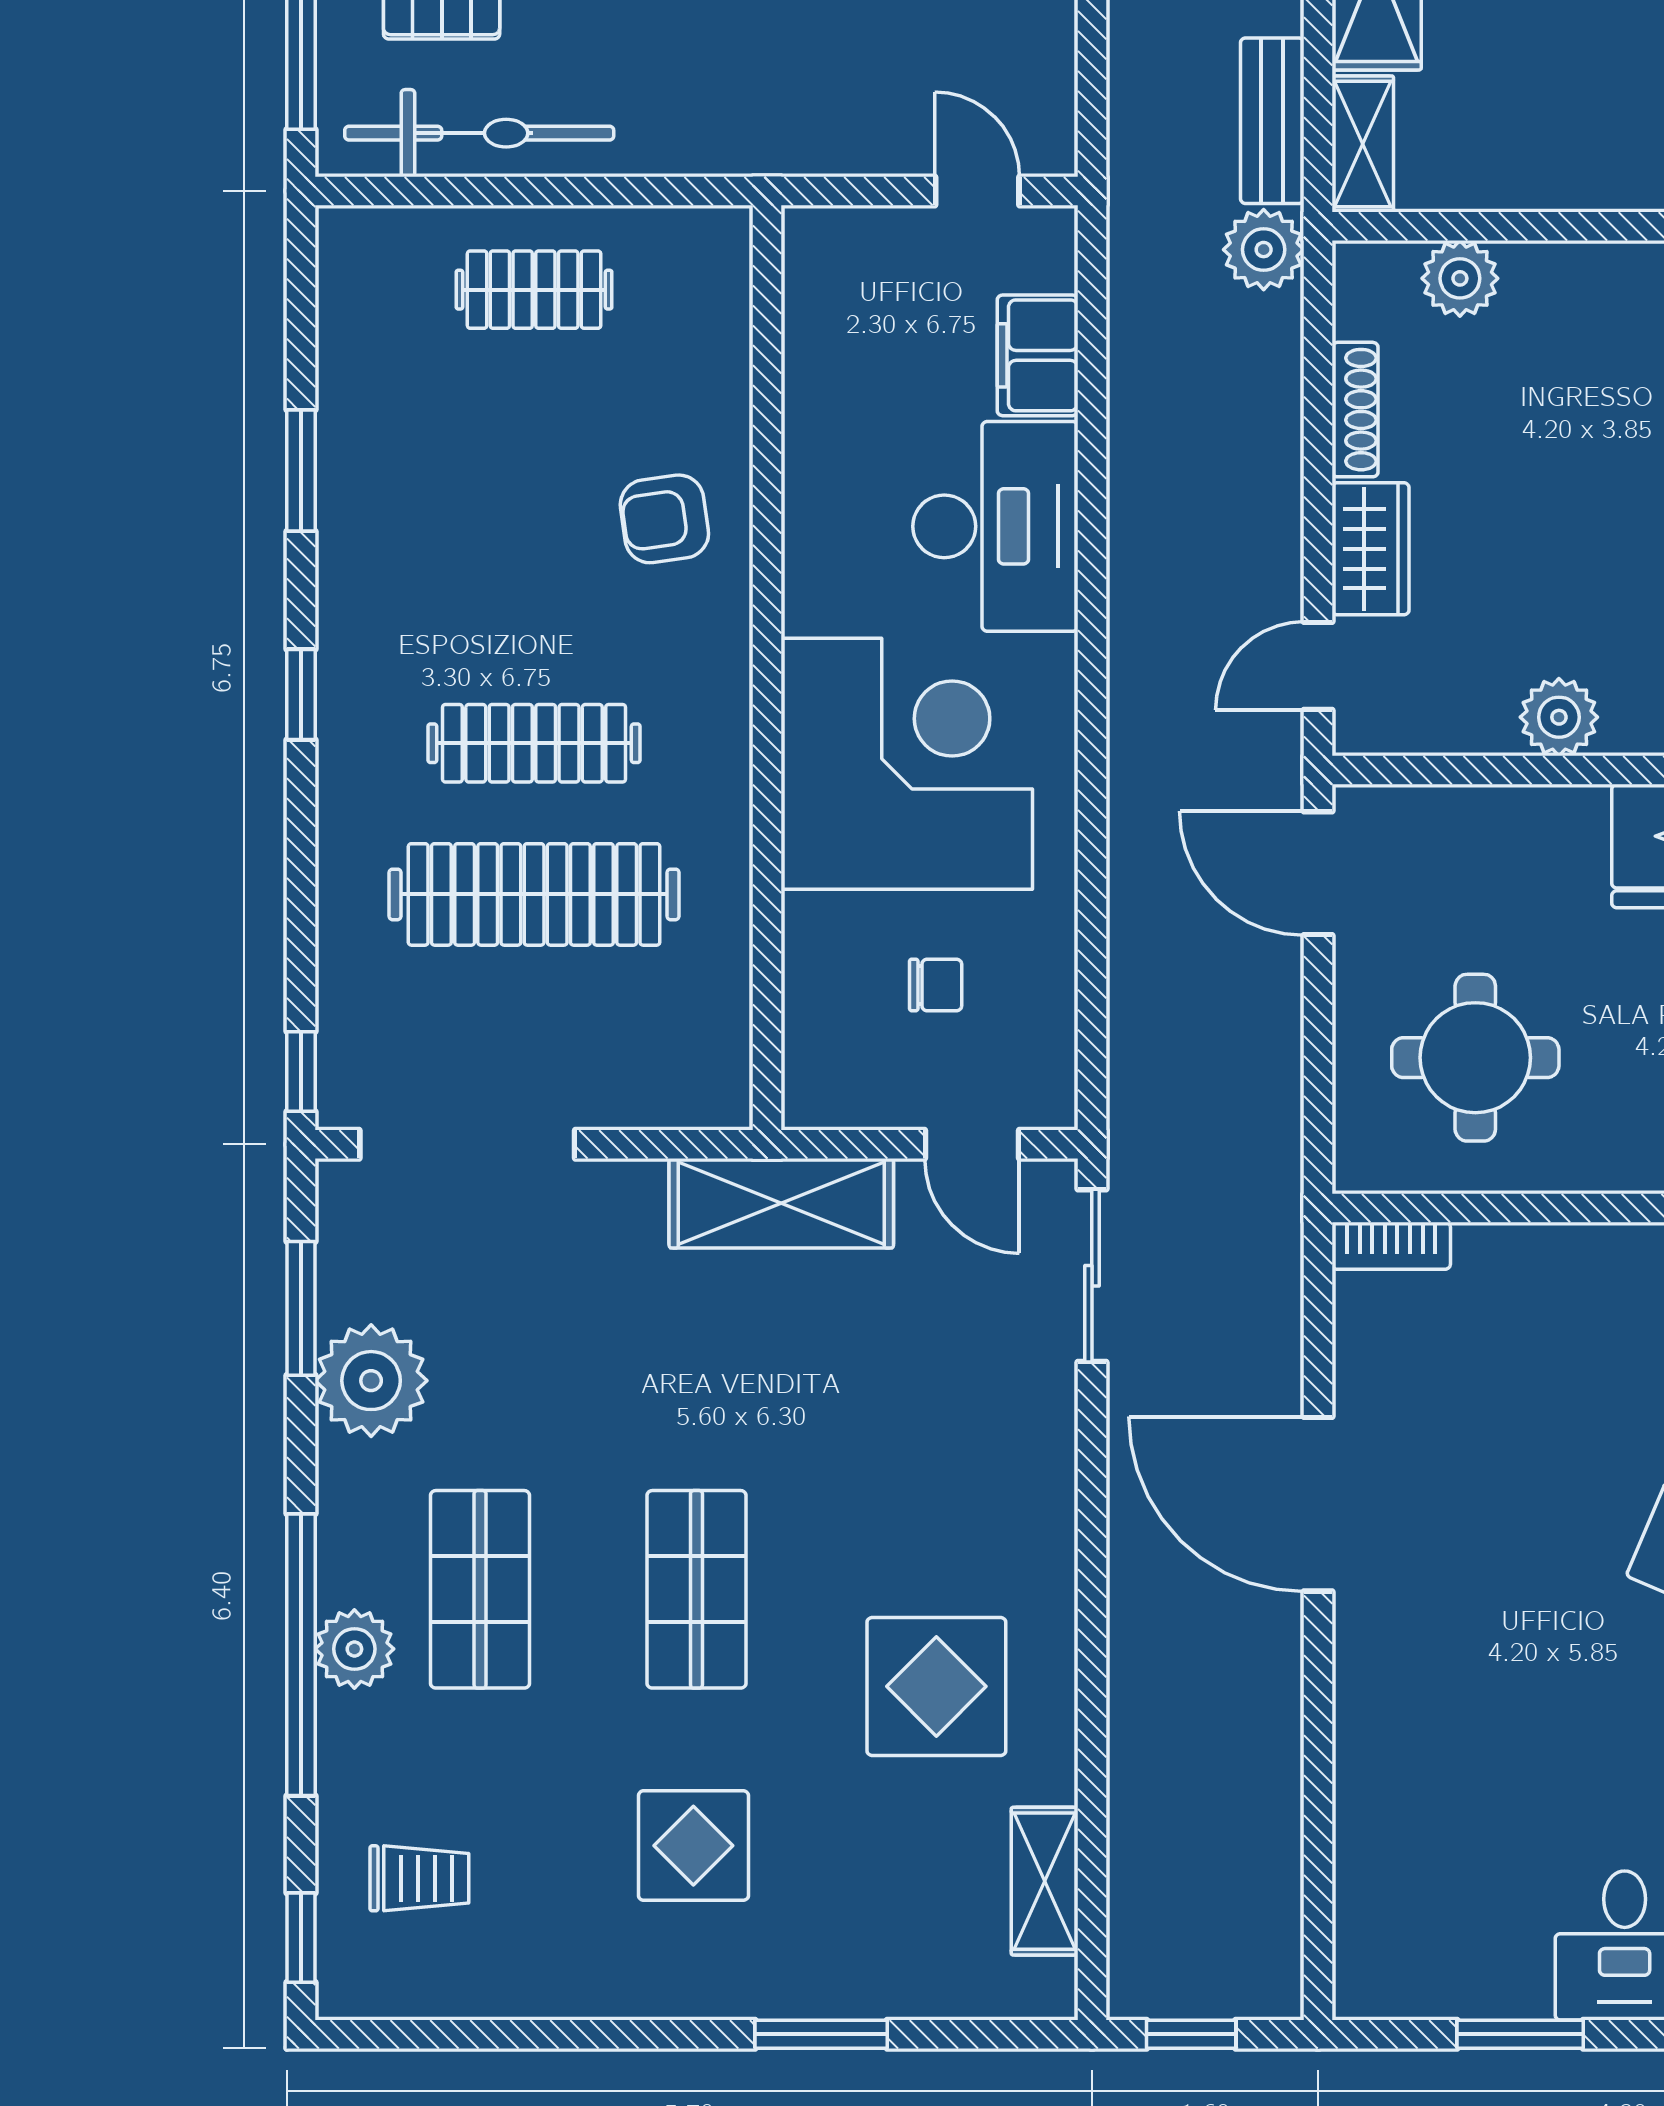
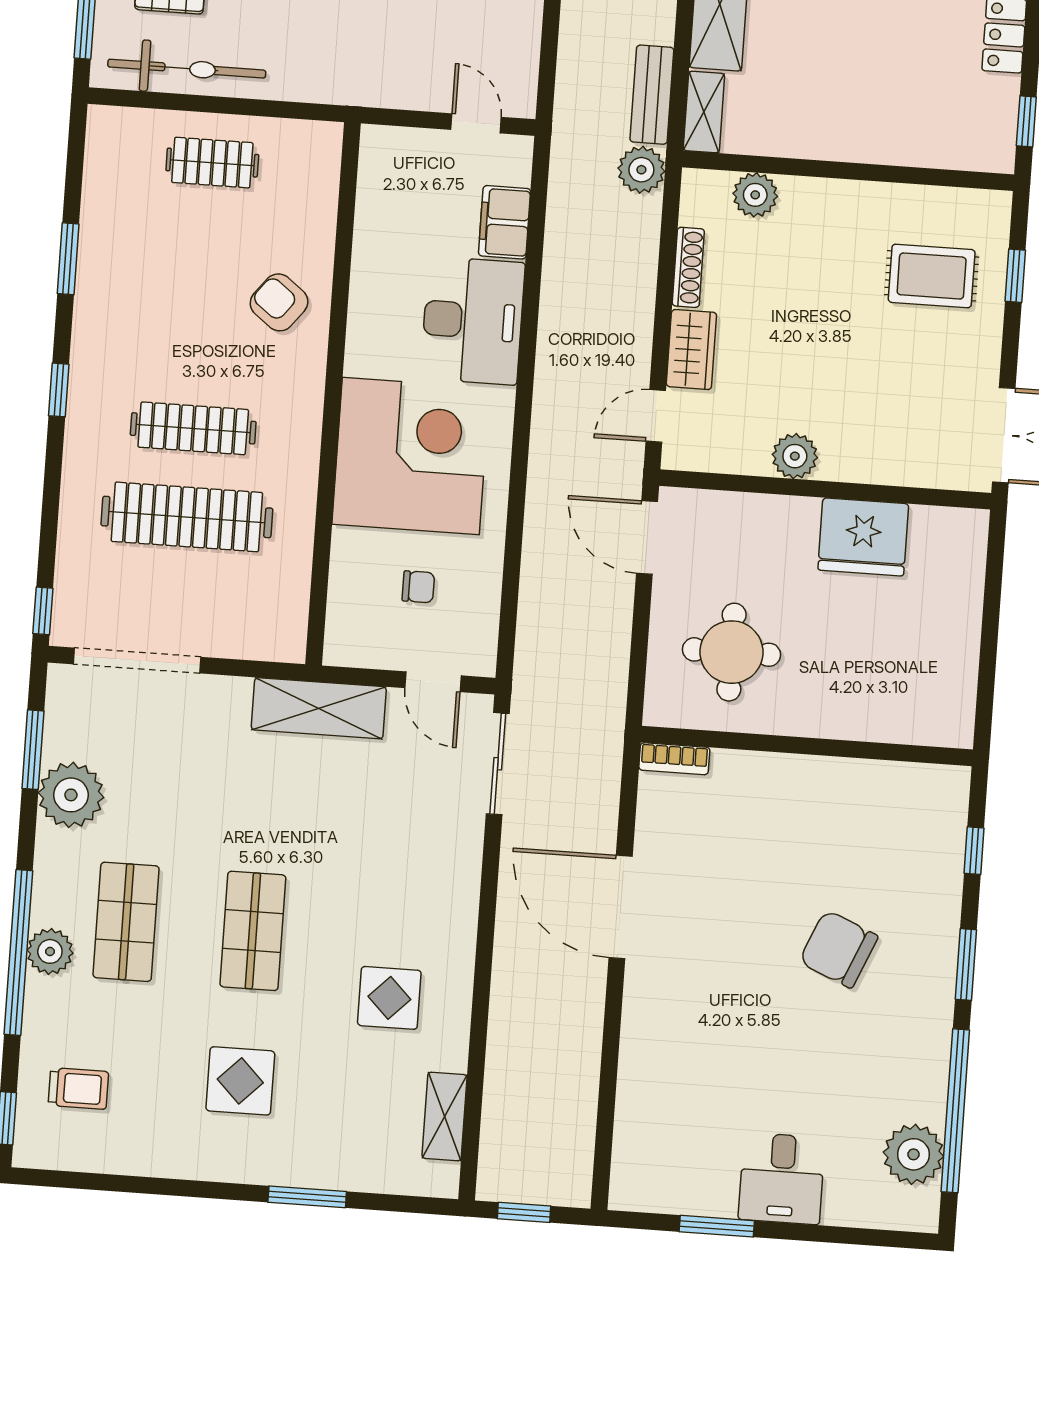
armchair: (664, 519) -> (279, 302), turned 46
display table: (936, 1686) -> (389, 998), width x0.73, depth x0.73

